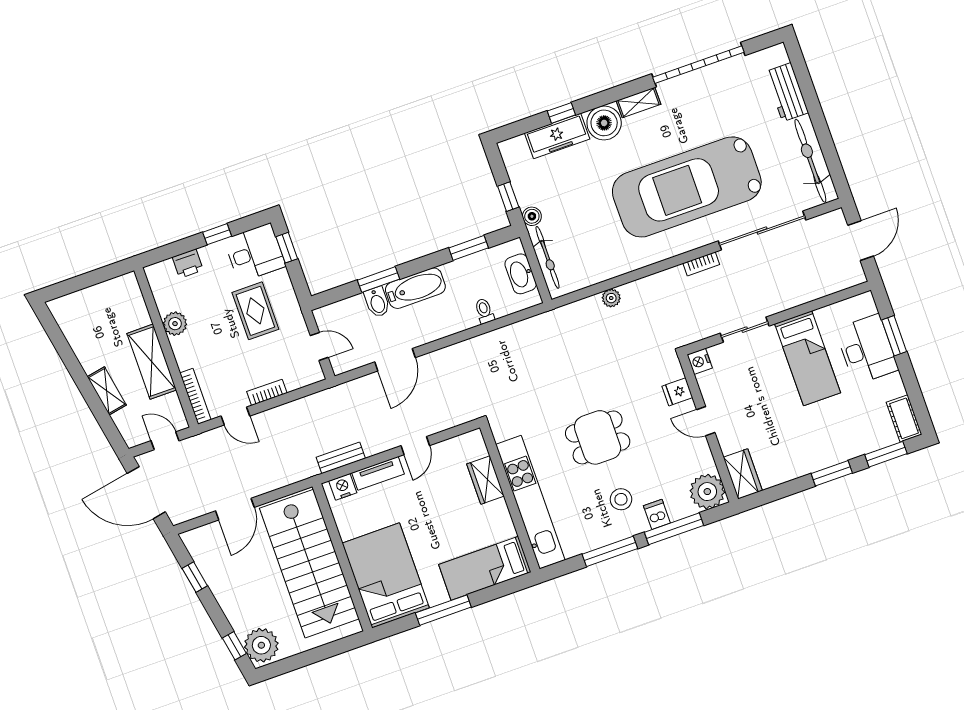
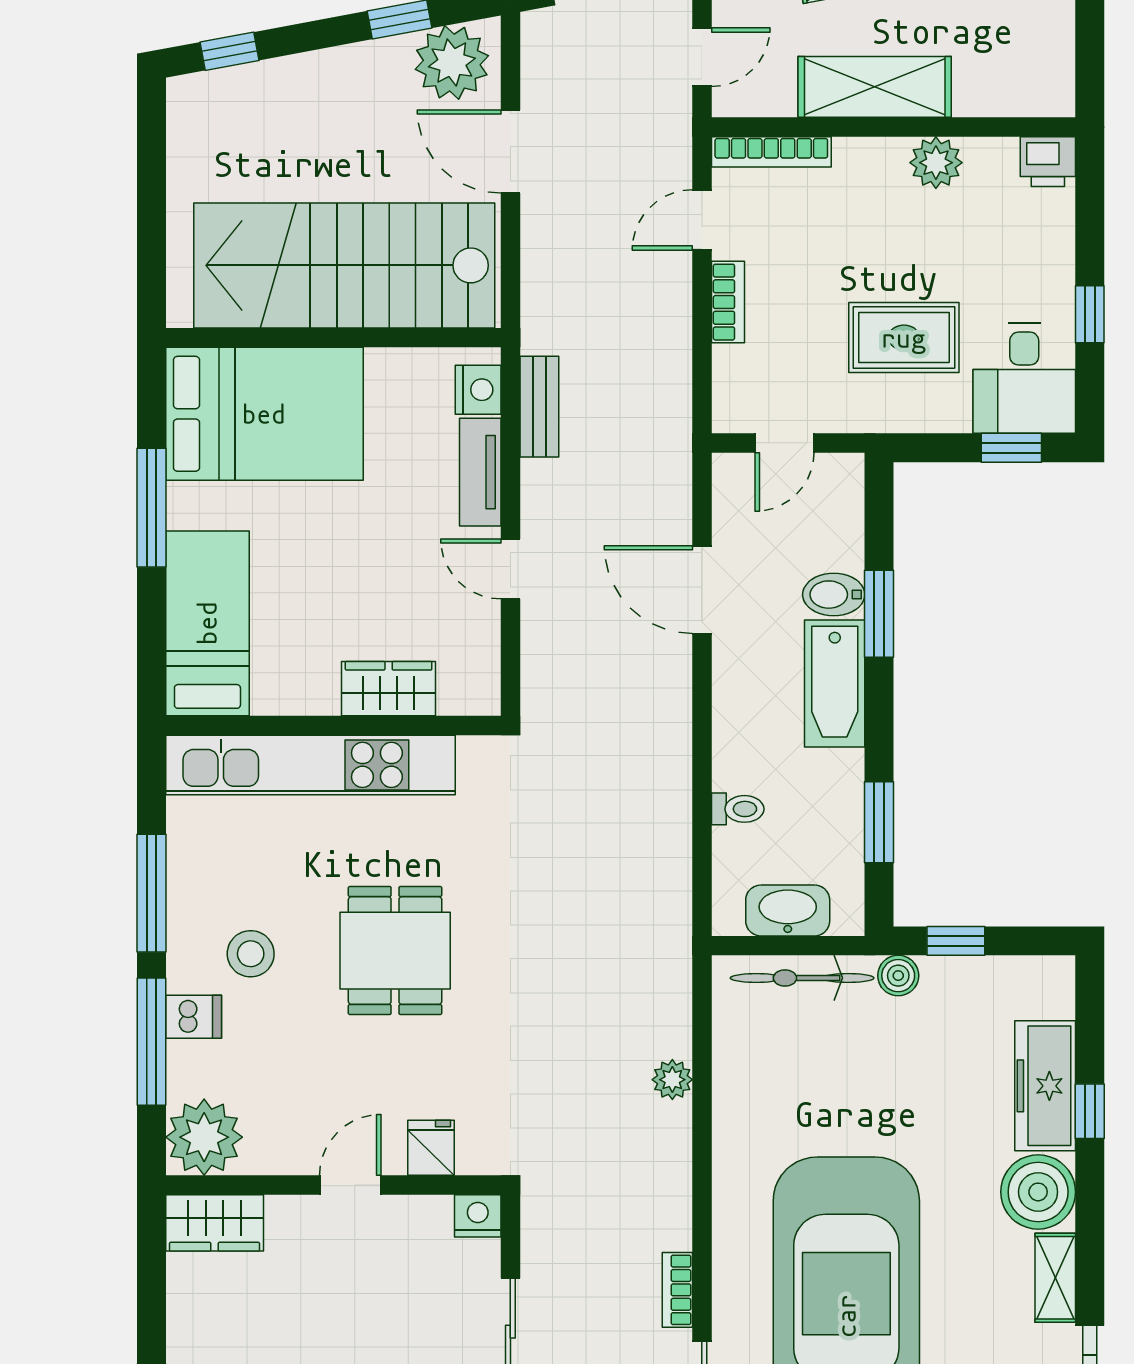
printer: (188, 264) -> (1048, 162), moved, turned -90
plant: (261, 645) -> (452, 63), moved

